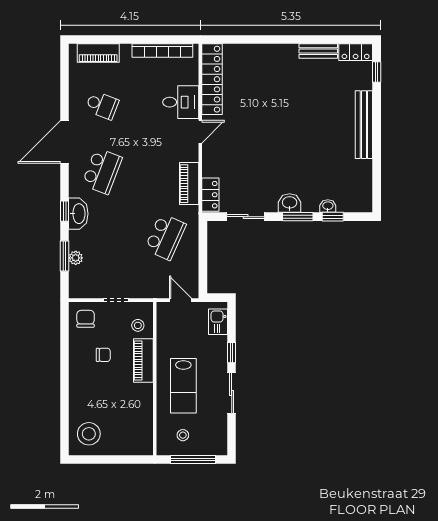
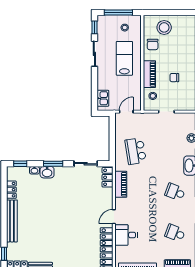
school desk: (102, 171) -> (175, 192), width x0.54
locker: (365, 175) -> (11, 190), added
washbasin: (290, 203) -> (47, 172), moved
window: (333, 217) -> (20, 164), moved
school desk: (165, 237) -> (136, 151), turned -33
door: (180, 300) -> (126, 112), swing flipped
chair: (86, 319) -> (153, 45), moved
window: (232, 353) -> (94, 27), moved
stool: (89, 434) -> (164, 27), moved

